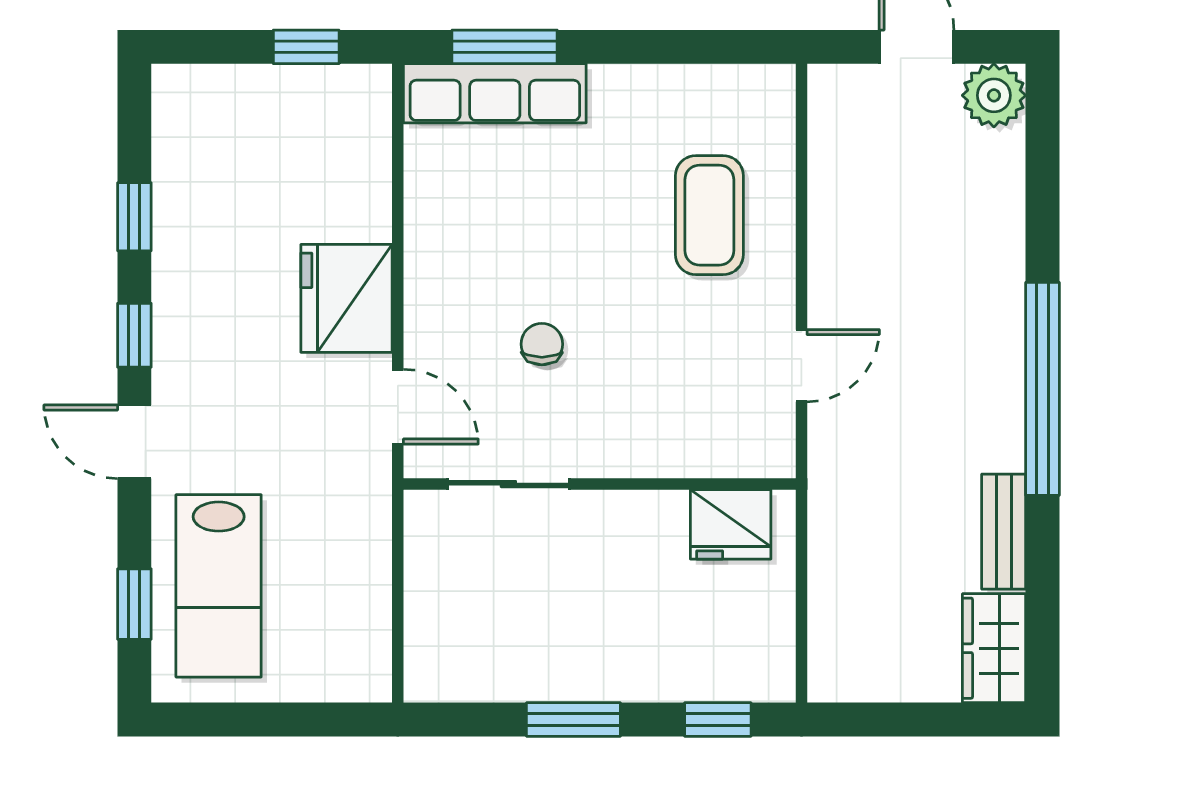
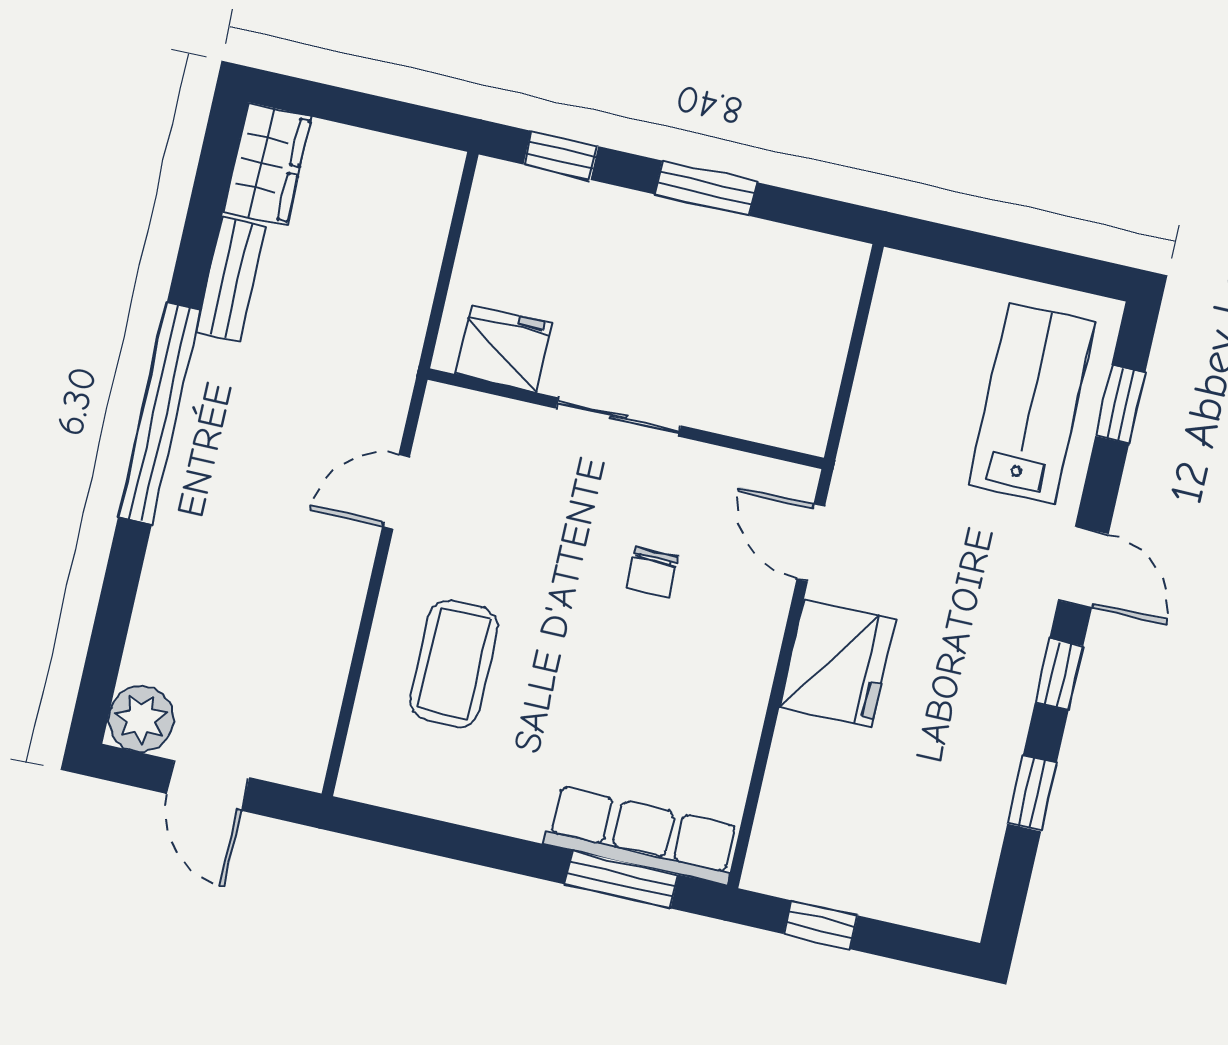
sliding door: (508, 484) -> (618, 417), moved

